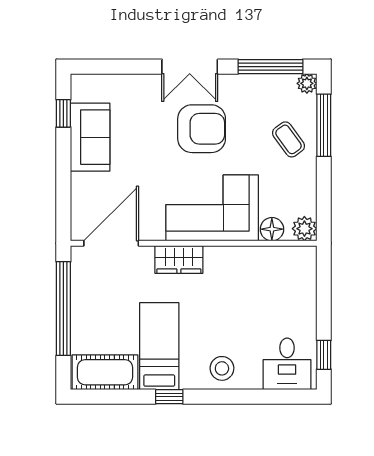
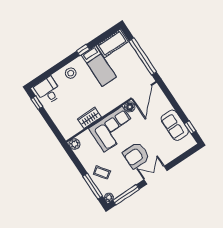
floor lamp: (272, 229) -> (130, 107), moved
wardrobe: (179, 259) -> (89, 118), moved

